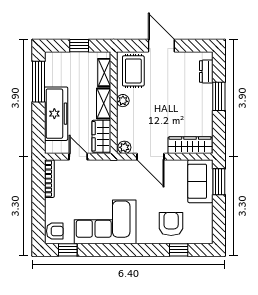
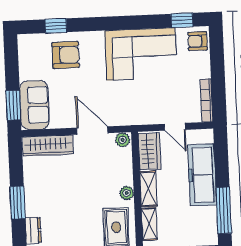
armchair: (171, 224) -> (66, 55), turned -90

